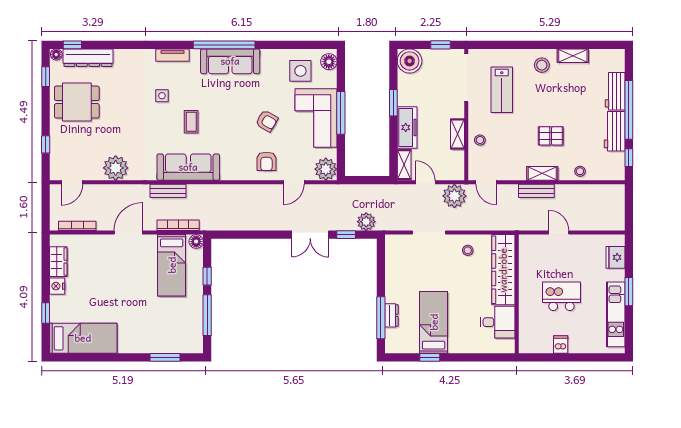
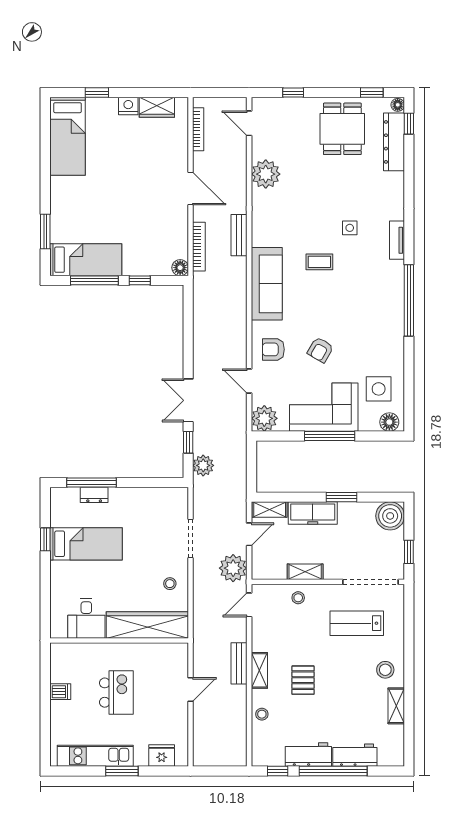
sofa: (230, 61) -> (390, 307), removed
sofa: (188, 167) -> (267, 284), moved
bed: (172, 265) -> (86, 260), moved, turned 180

